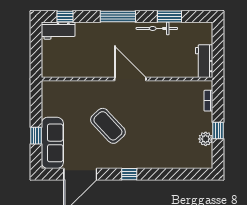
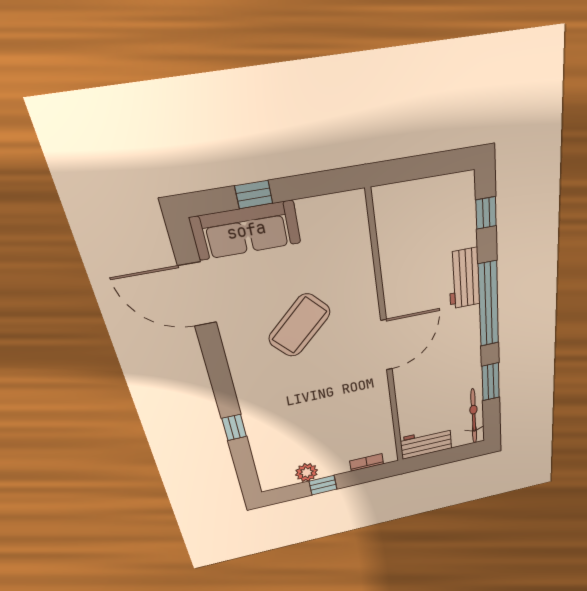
window: (118, 16) -> (489, 304), width x1.46
bicycle: (157, 28) -> (474, 416), moved
workbench: (58, 31) -> (464, 278), moved
window: (129, 174) -> (234, 427), moved

